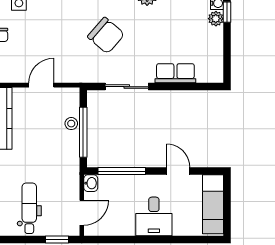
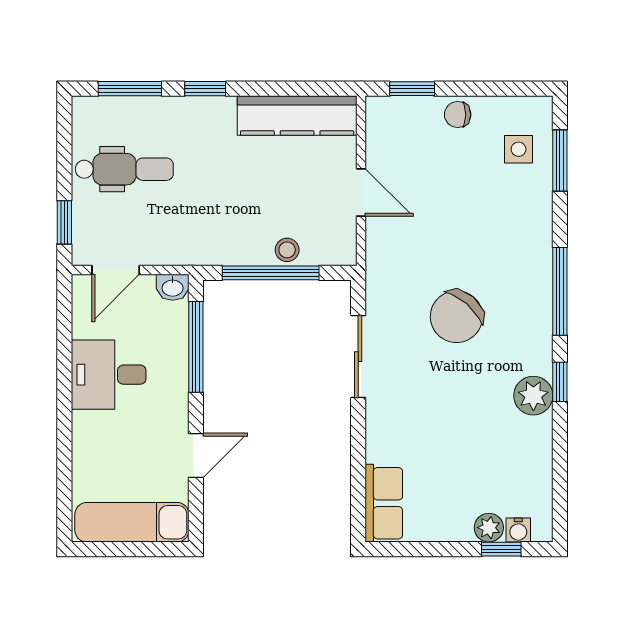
row of seats: (175, 73) -> (384, 503), moved
door: (82, 213) -> (116, 270), hinge flipped
desk: (154, 216) -> (109, 375), moved

